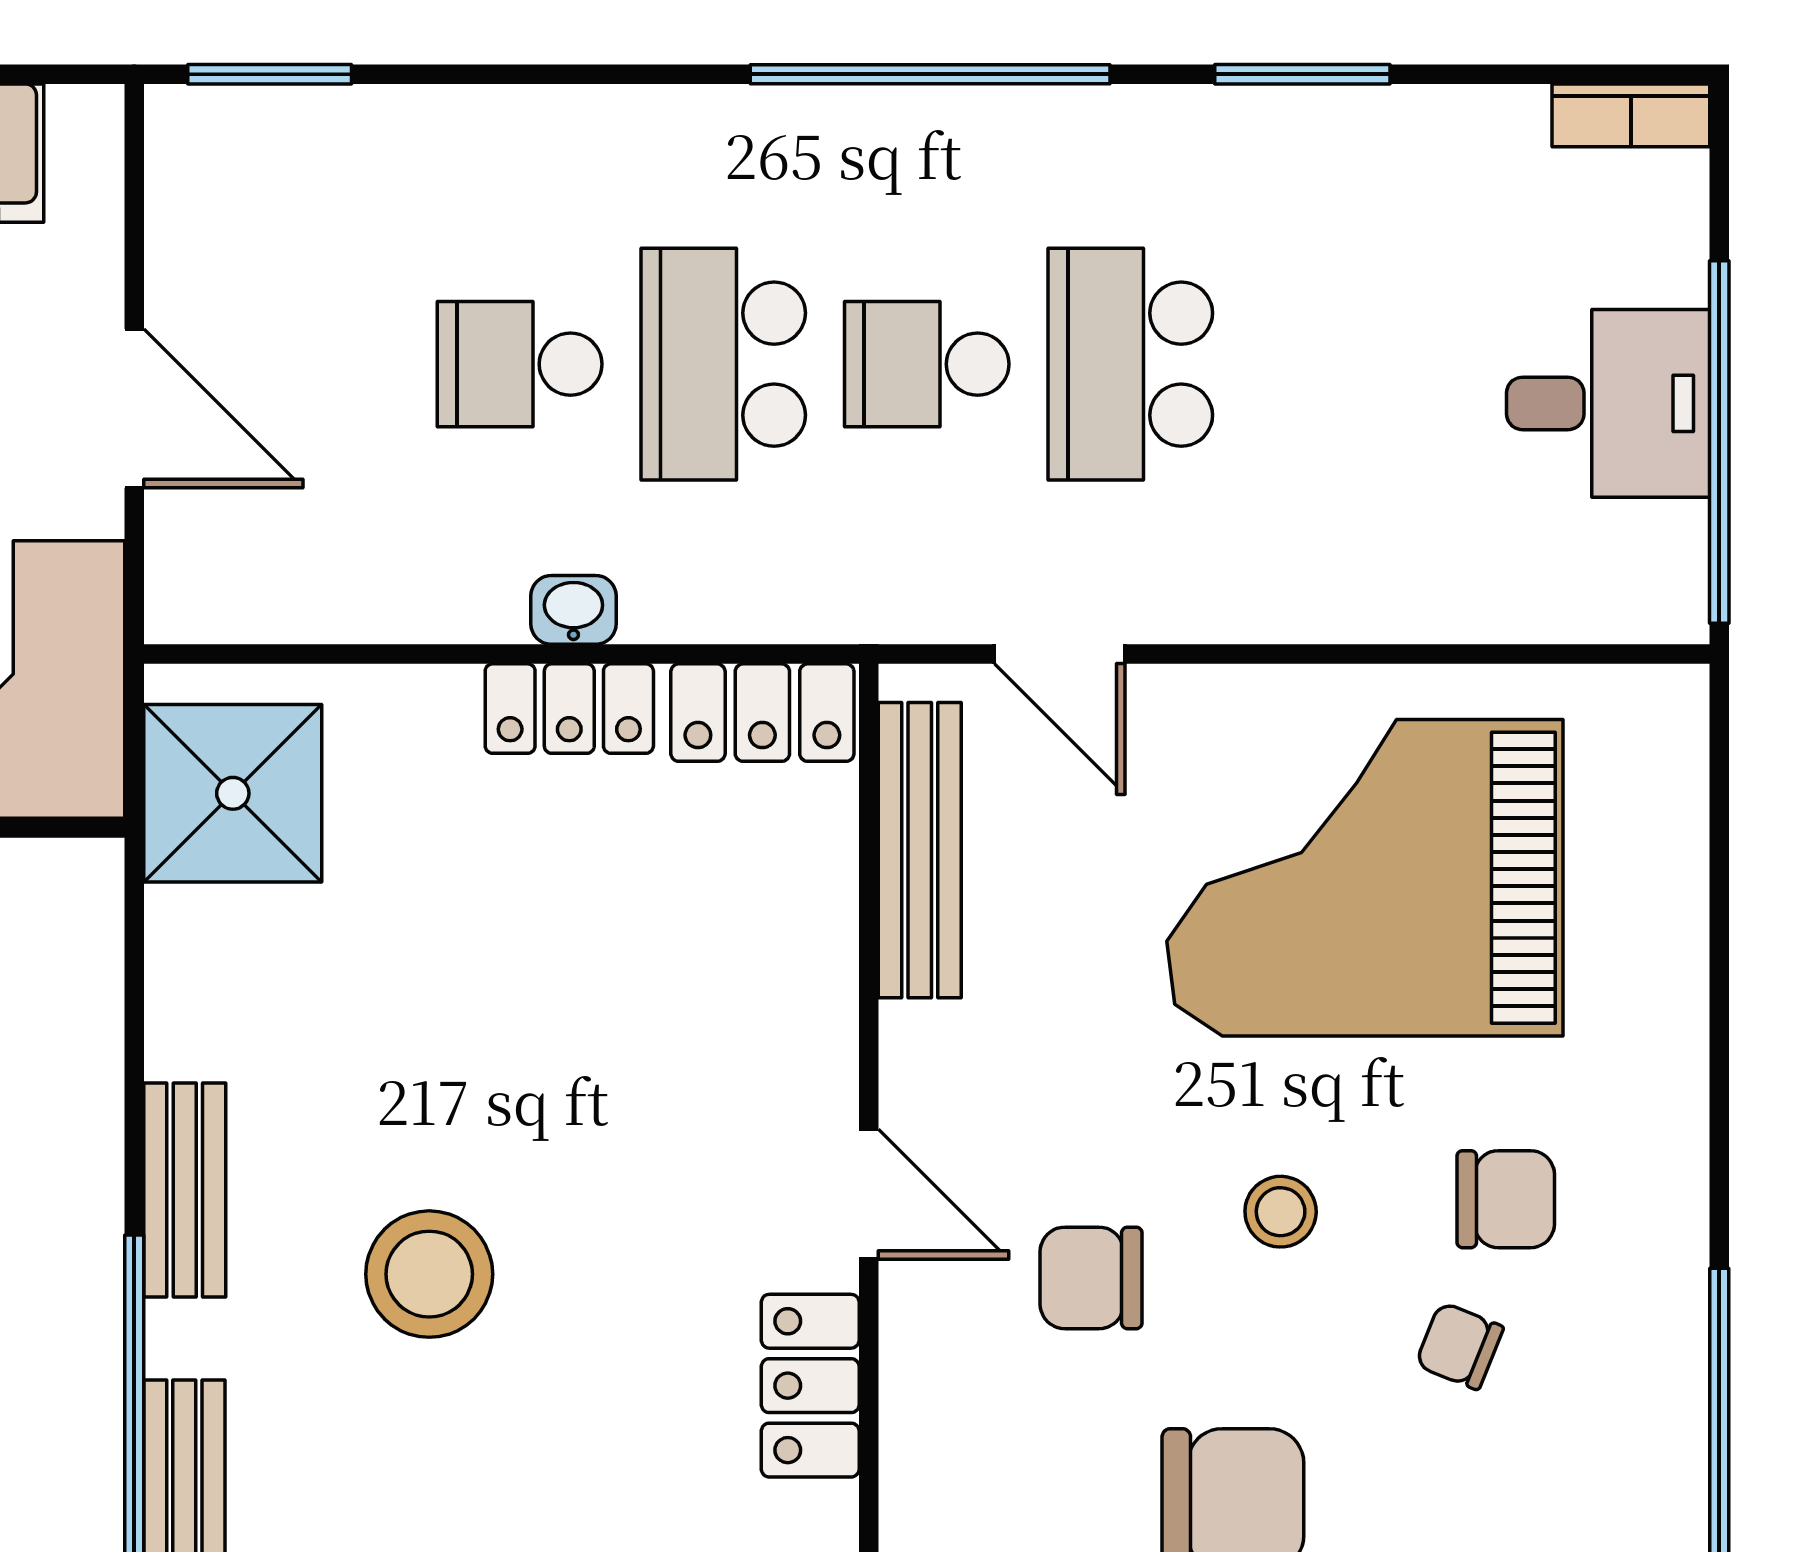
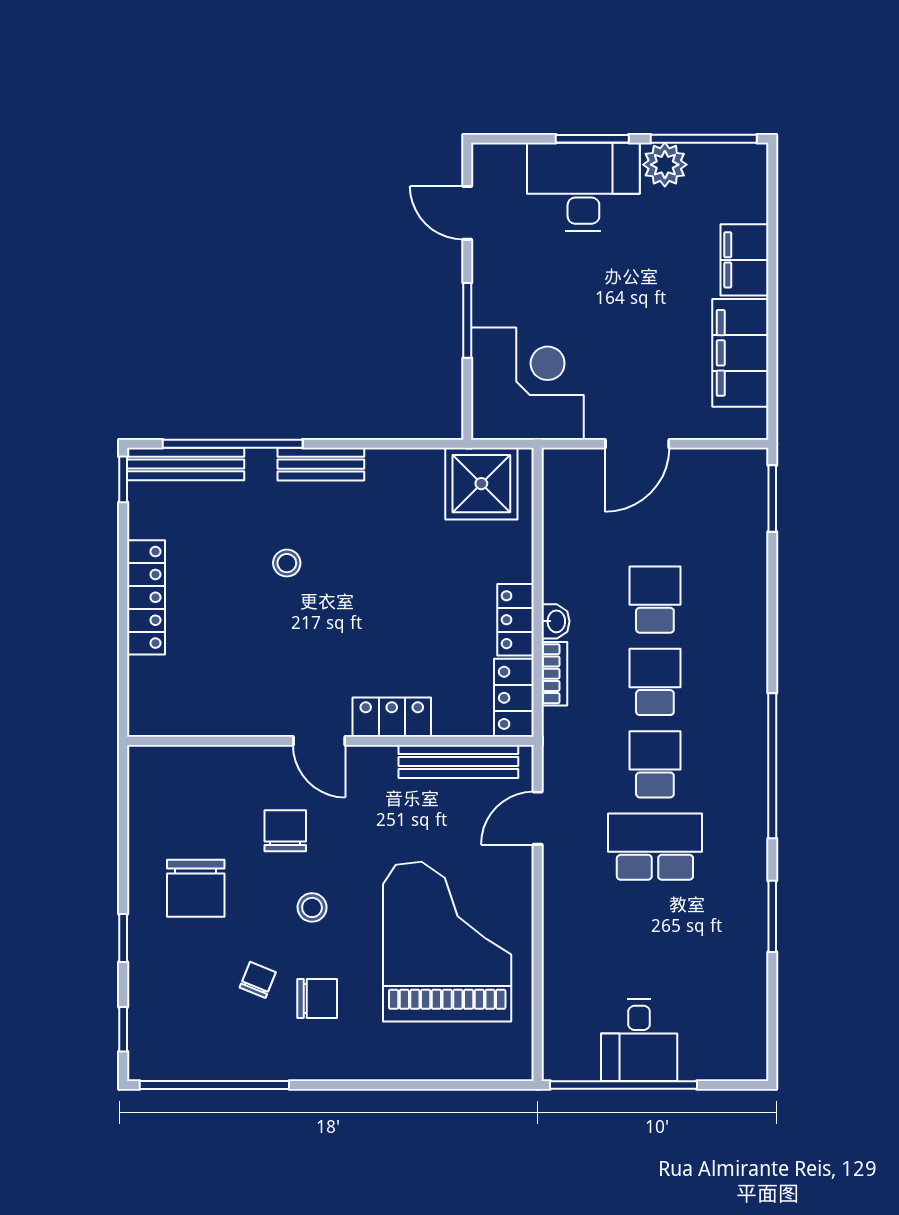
bookcase: (1631, 115) -> (554, 674), moved, turned 180
school desk: (723, 364) -> (655, 682), width x0.54
door: (869, 1194) -> (319, 741), hinge flipped
chair: (1506, 1199) -> (317, 999), turned -90
stool: (429, 1274) -> (287, 563), width x0.53, depth x0.53
locker: (810, 1386) -> (392, 717), moved

